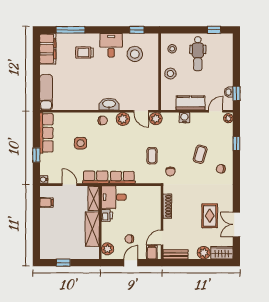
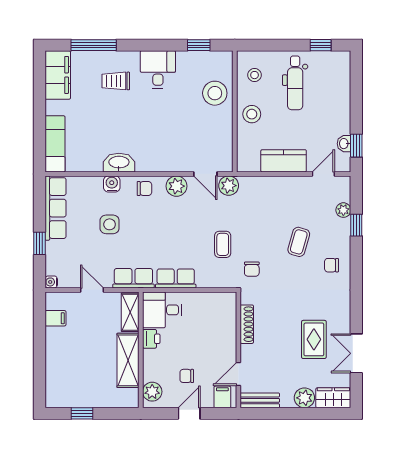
stool: (135, 54) -> (215, 93), moved
washbasin: (109, 104) -> (119, 163), moved
water cooler: (185, 118) -> (112, 184), moved
plant: (228, 118) -> (343, 210), moved

